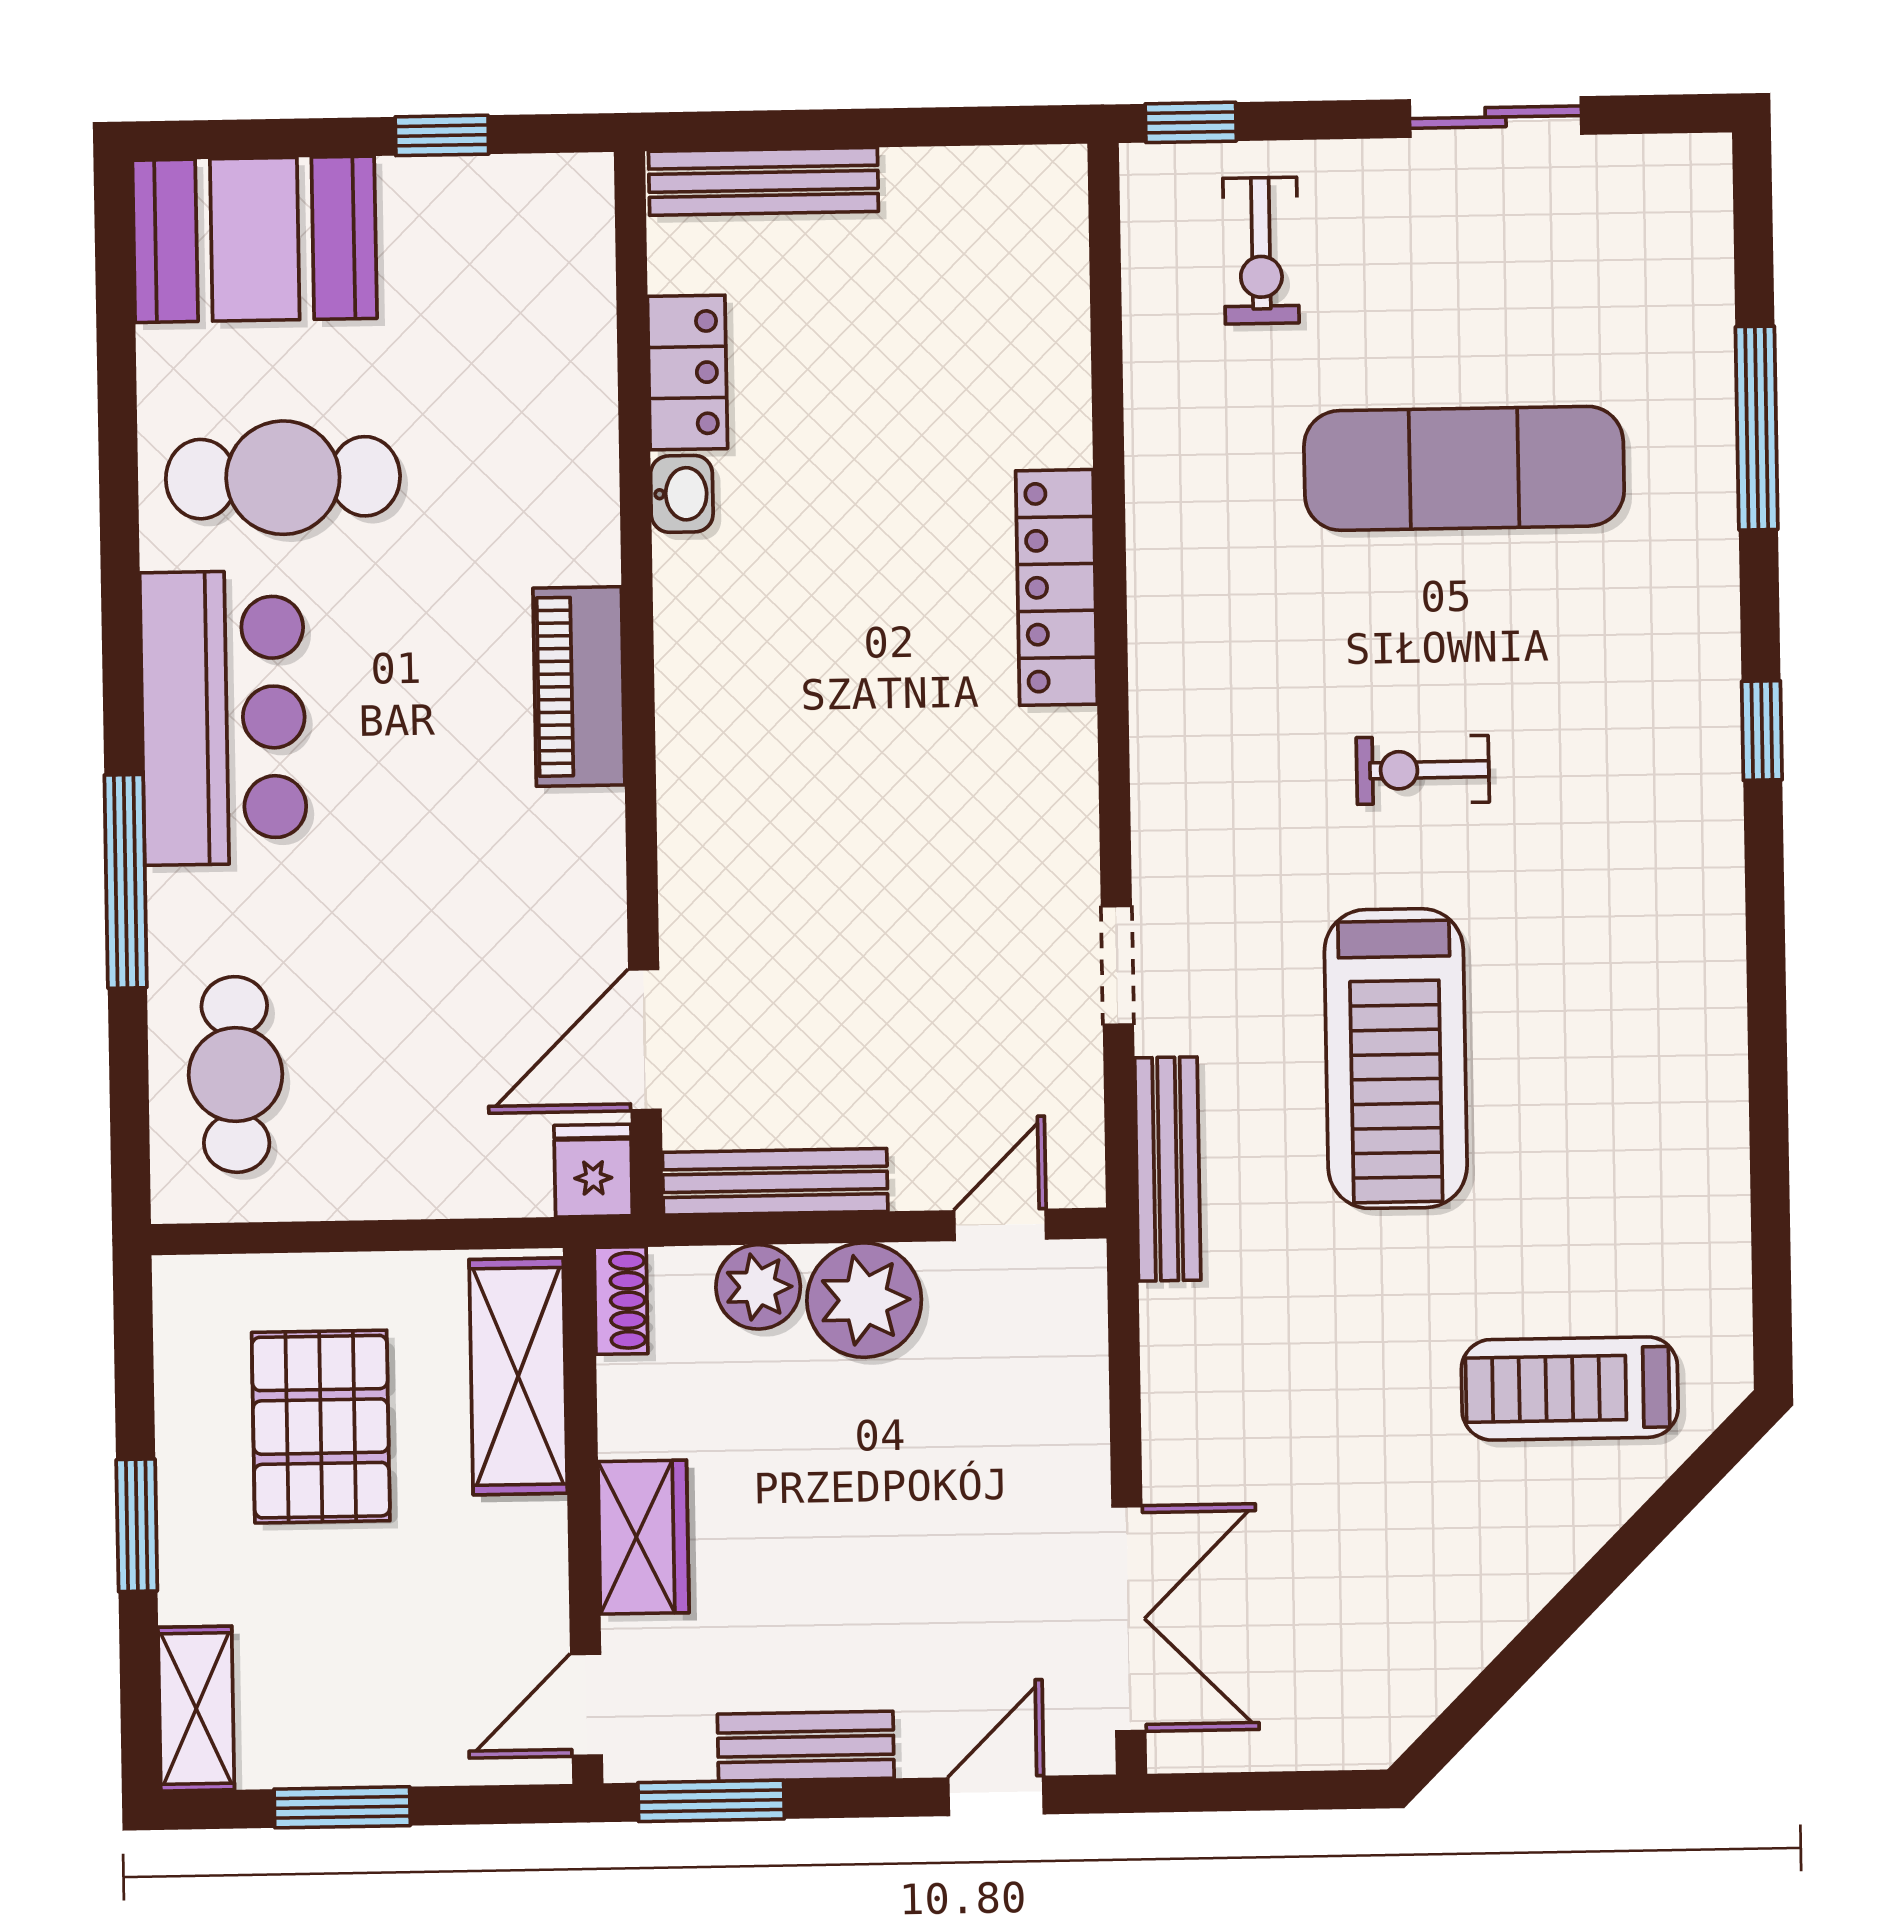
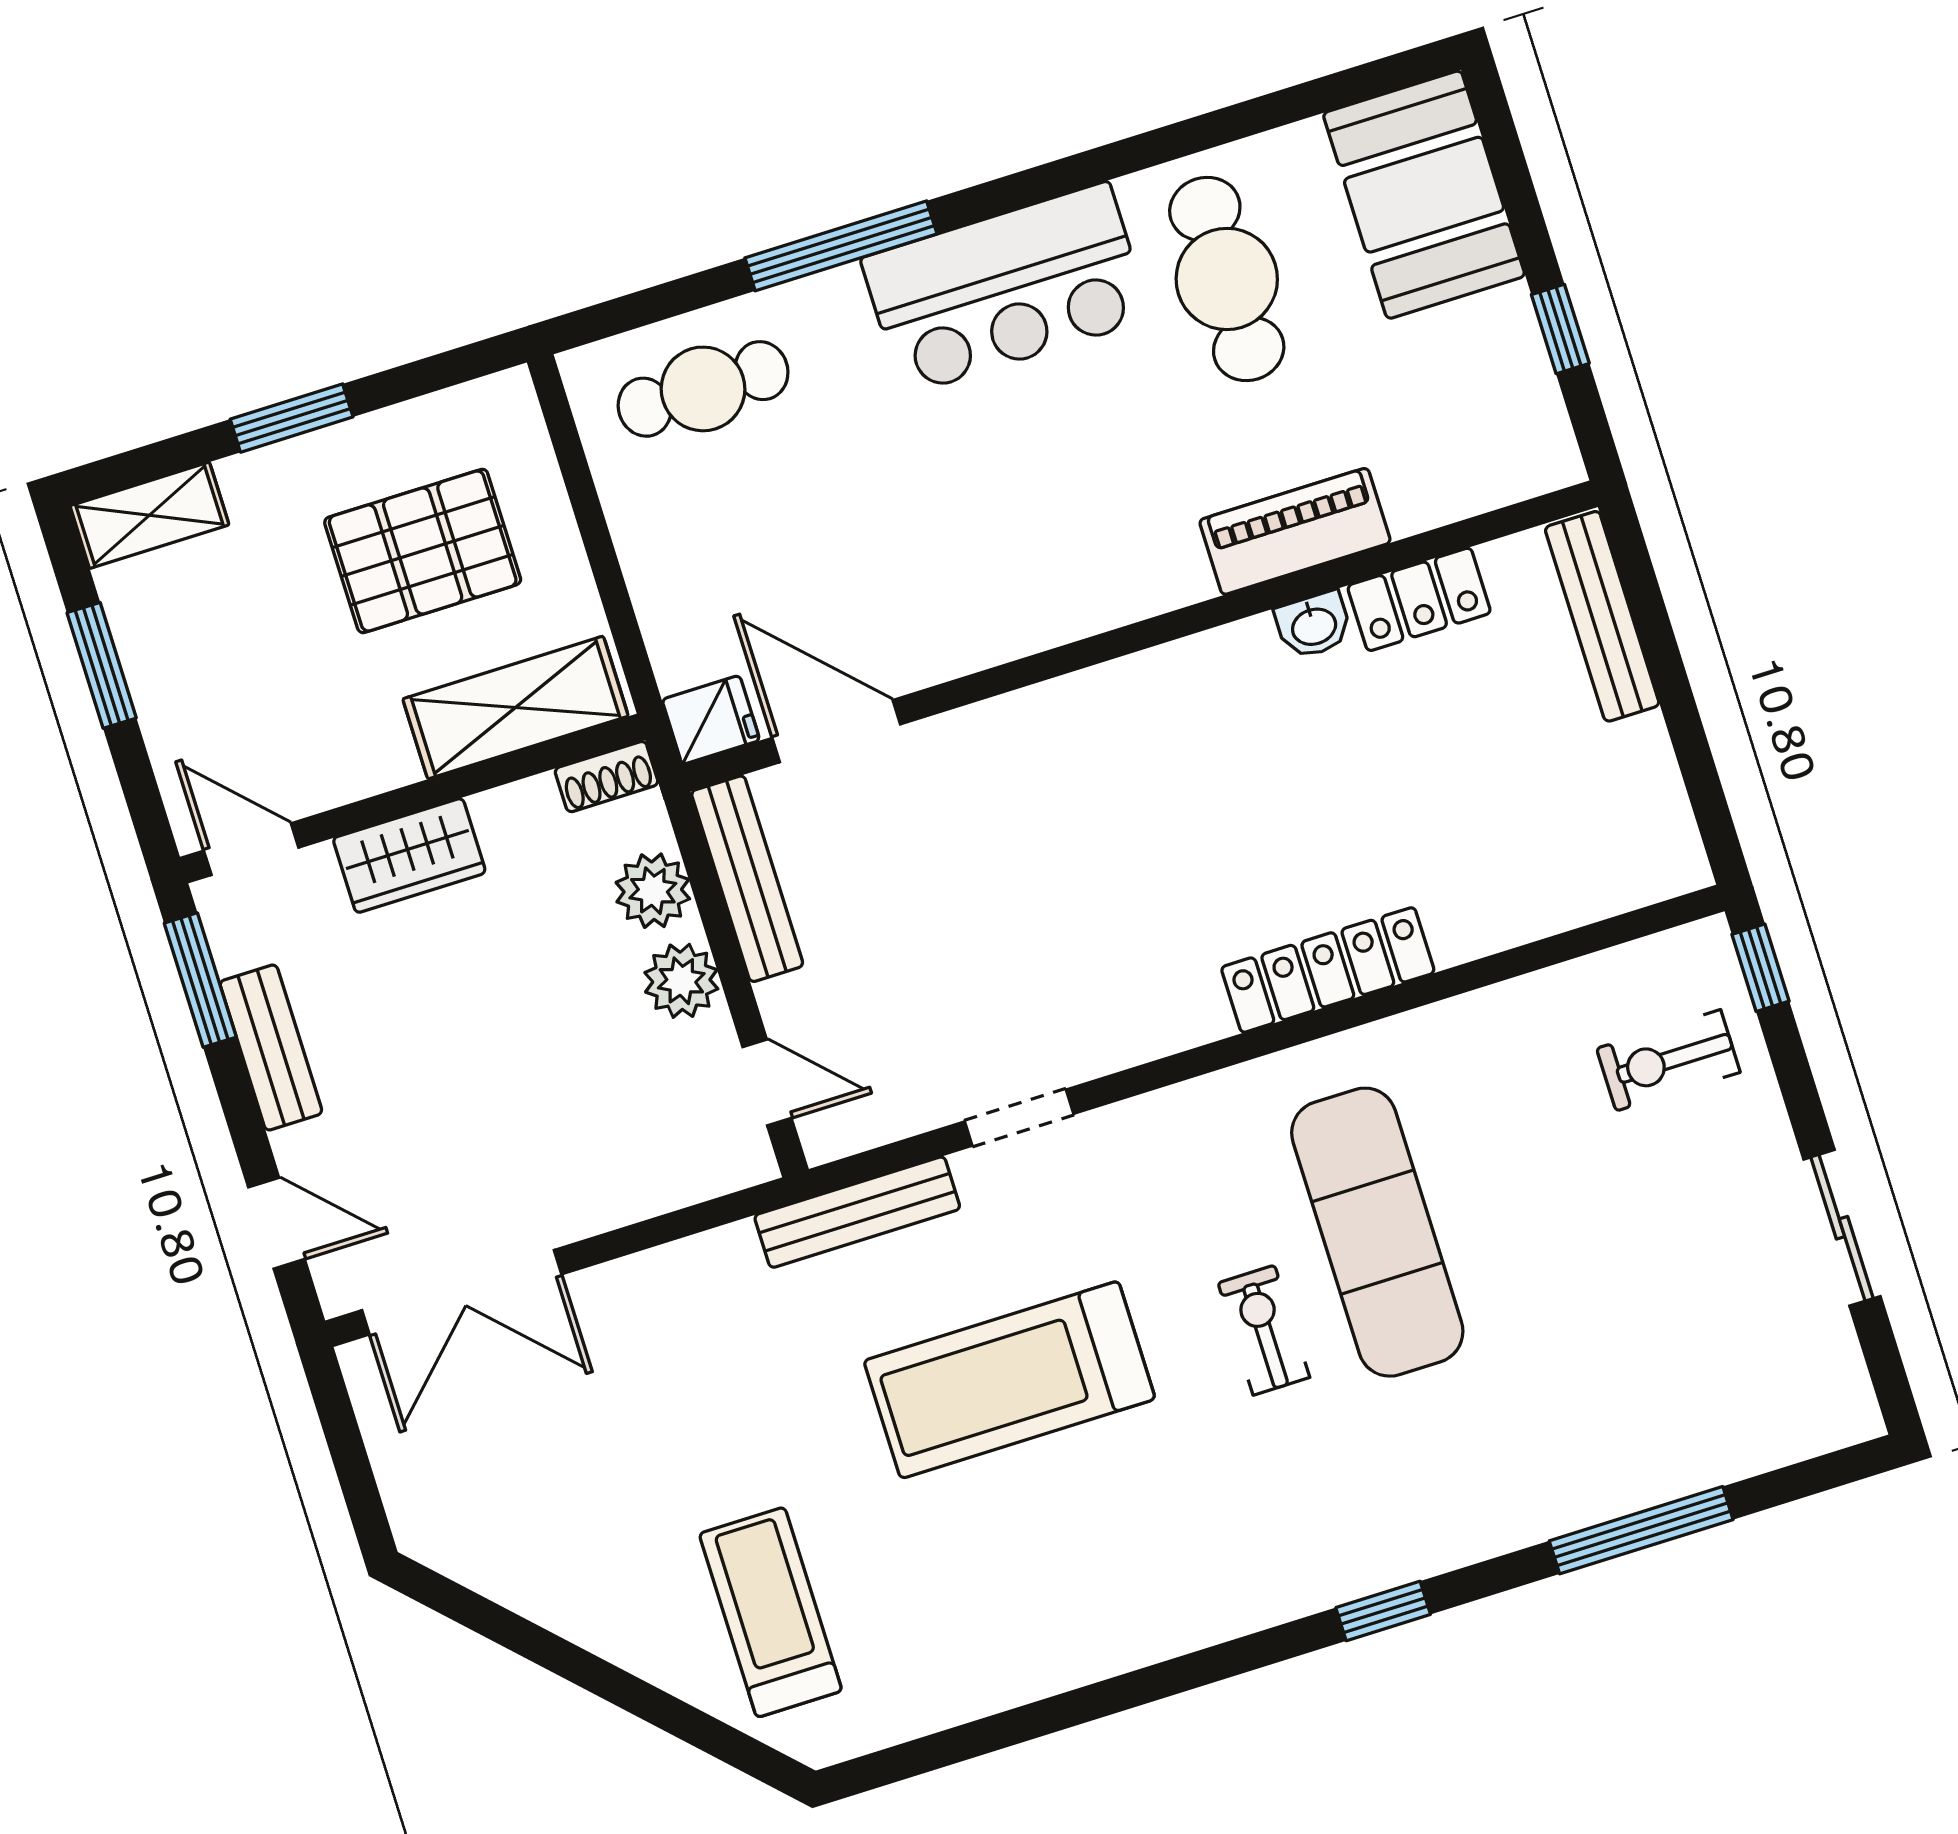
exercise mat: (1464, 468) -> (1377, 1232), moved
piano: (579, 686) -> (1295, 531), moved
plant: (864, 1300) -> (681, 981), width x0.73, depth x0.73

